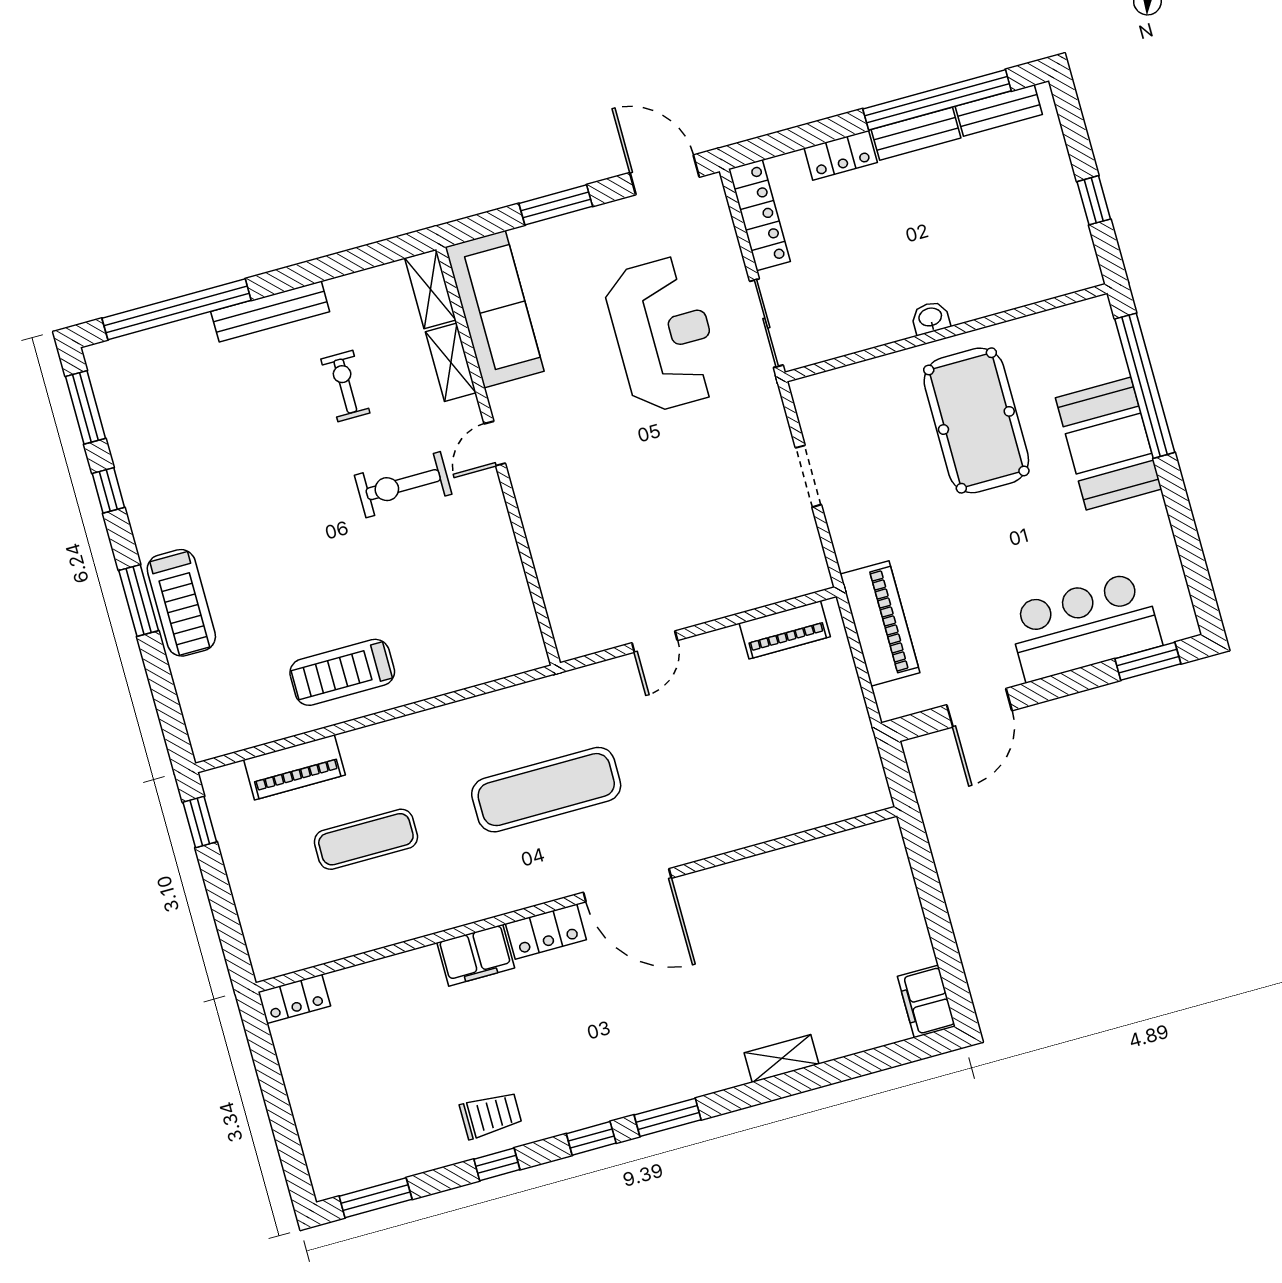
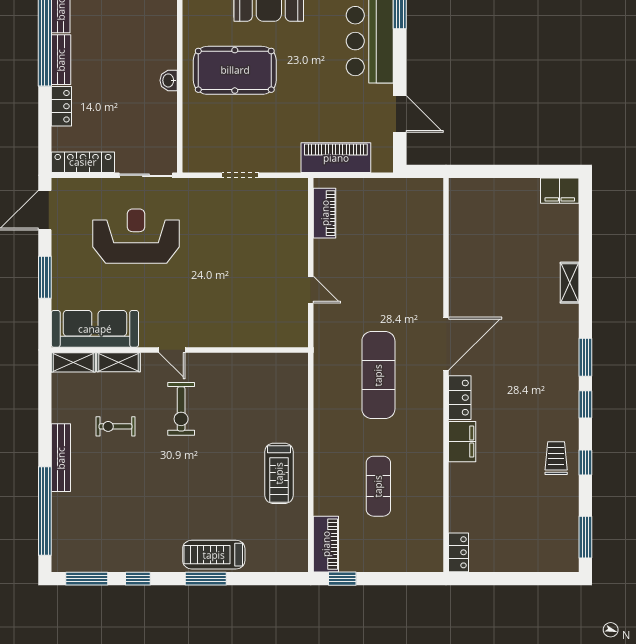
treadmill: (181, 603) -> (214, 555), turned 180
piano: (294, 767) -> (326, 544), moved

